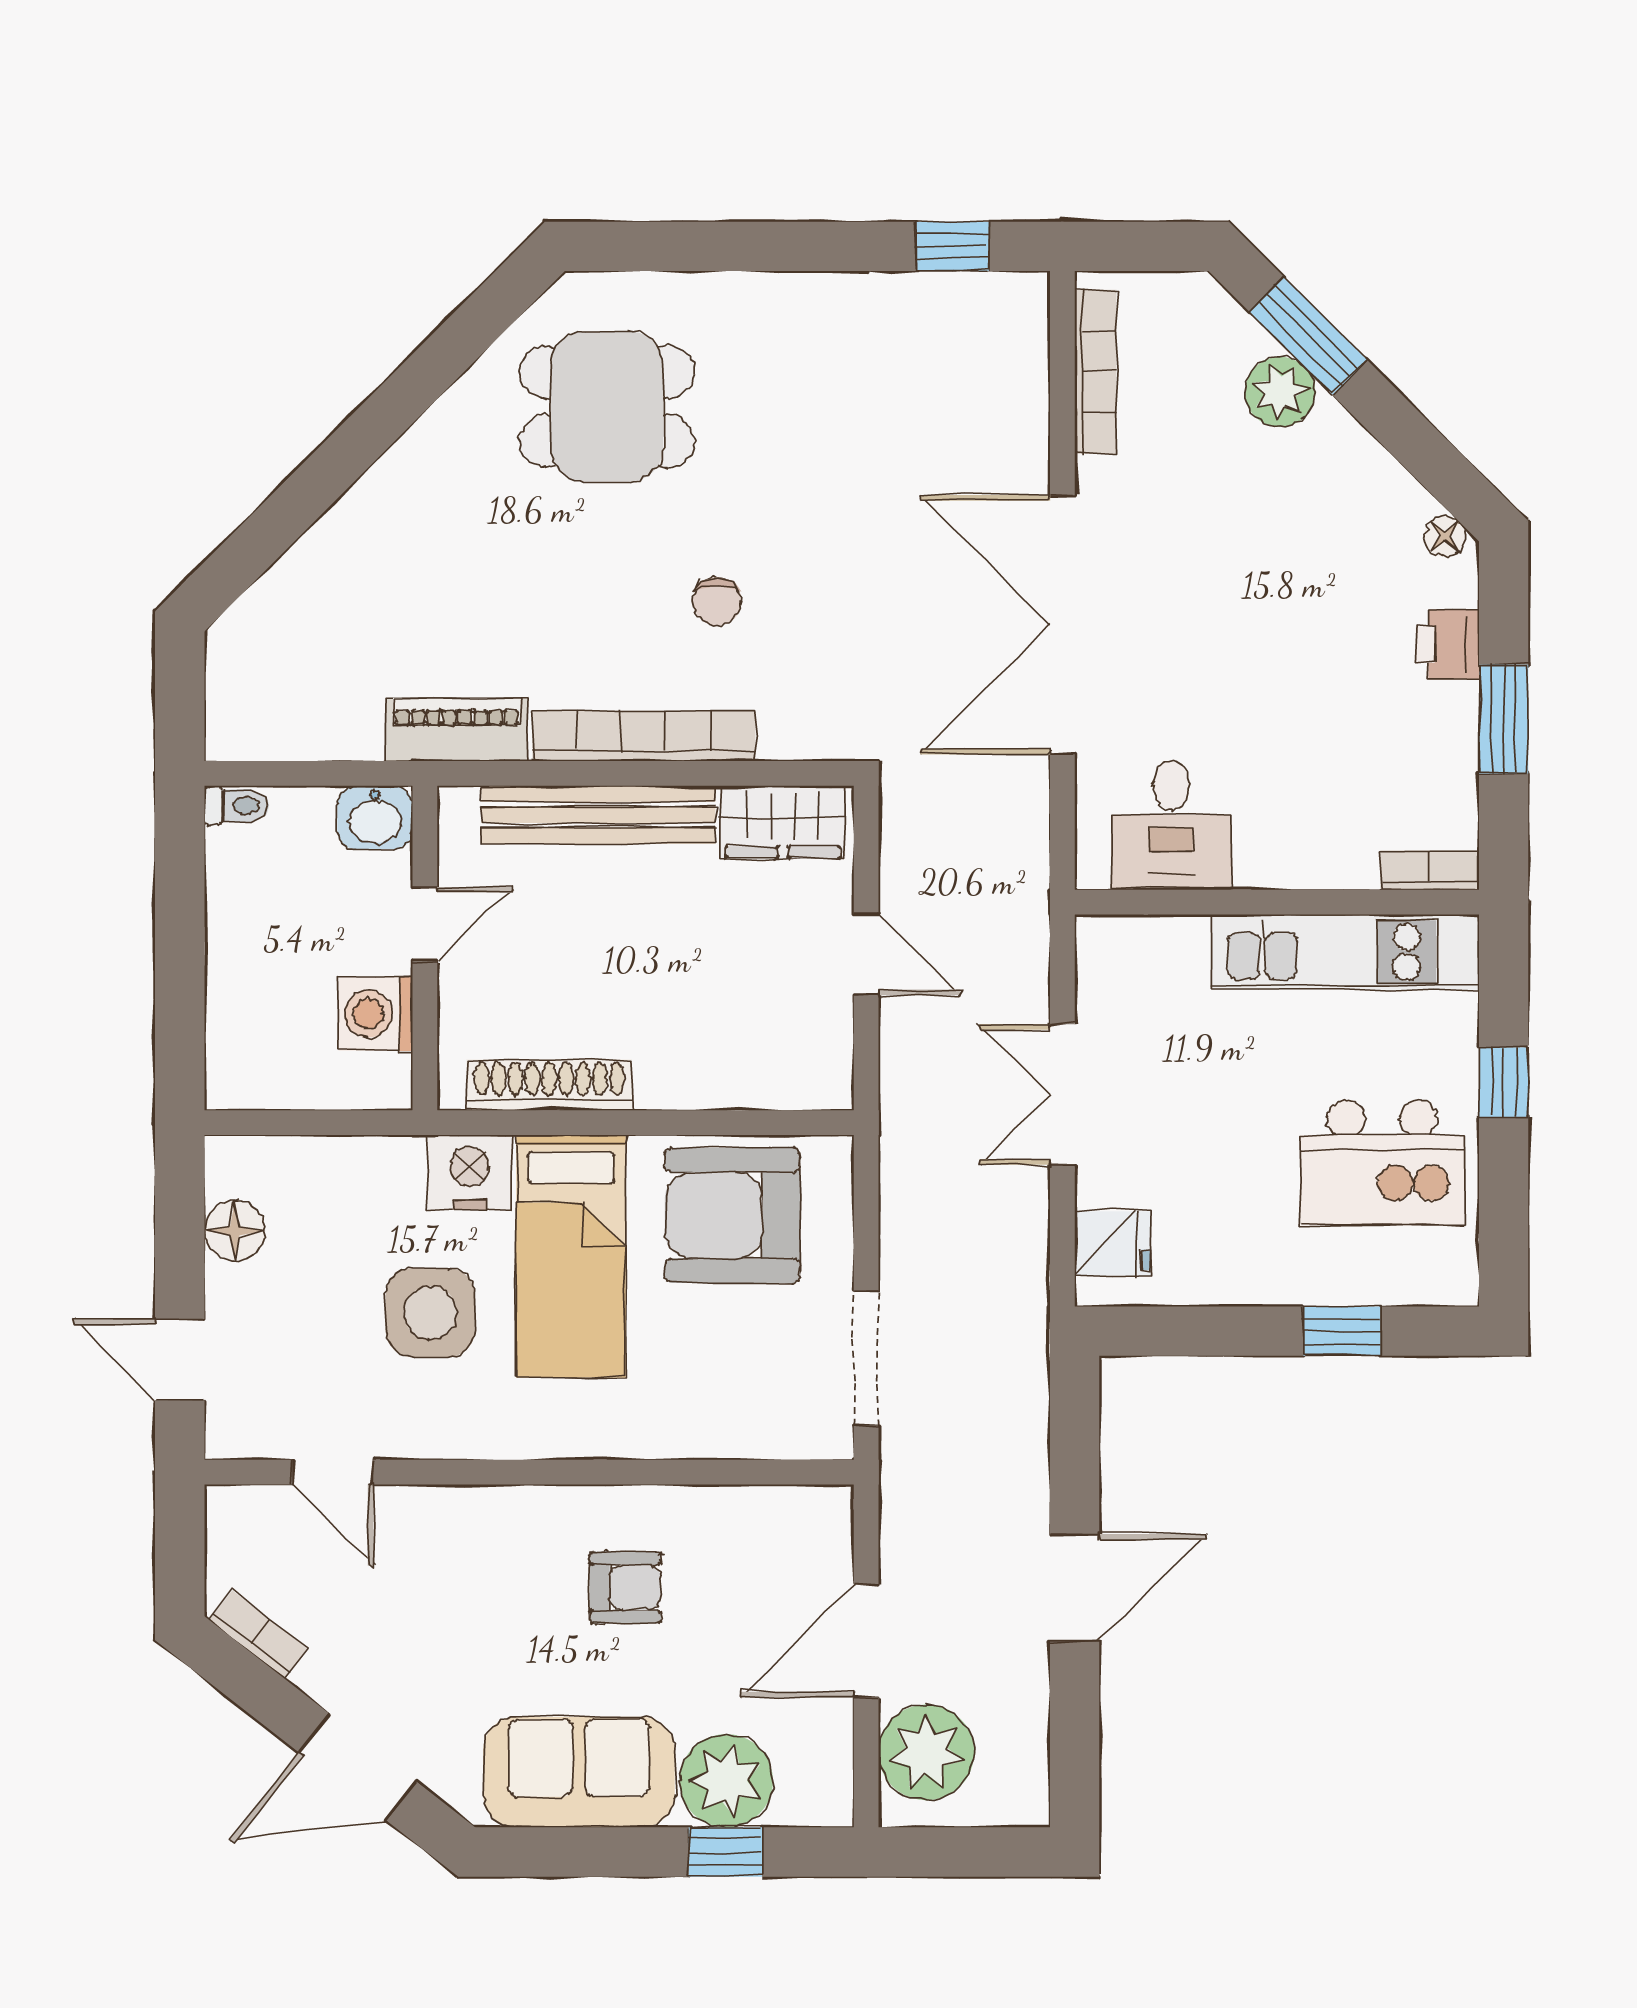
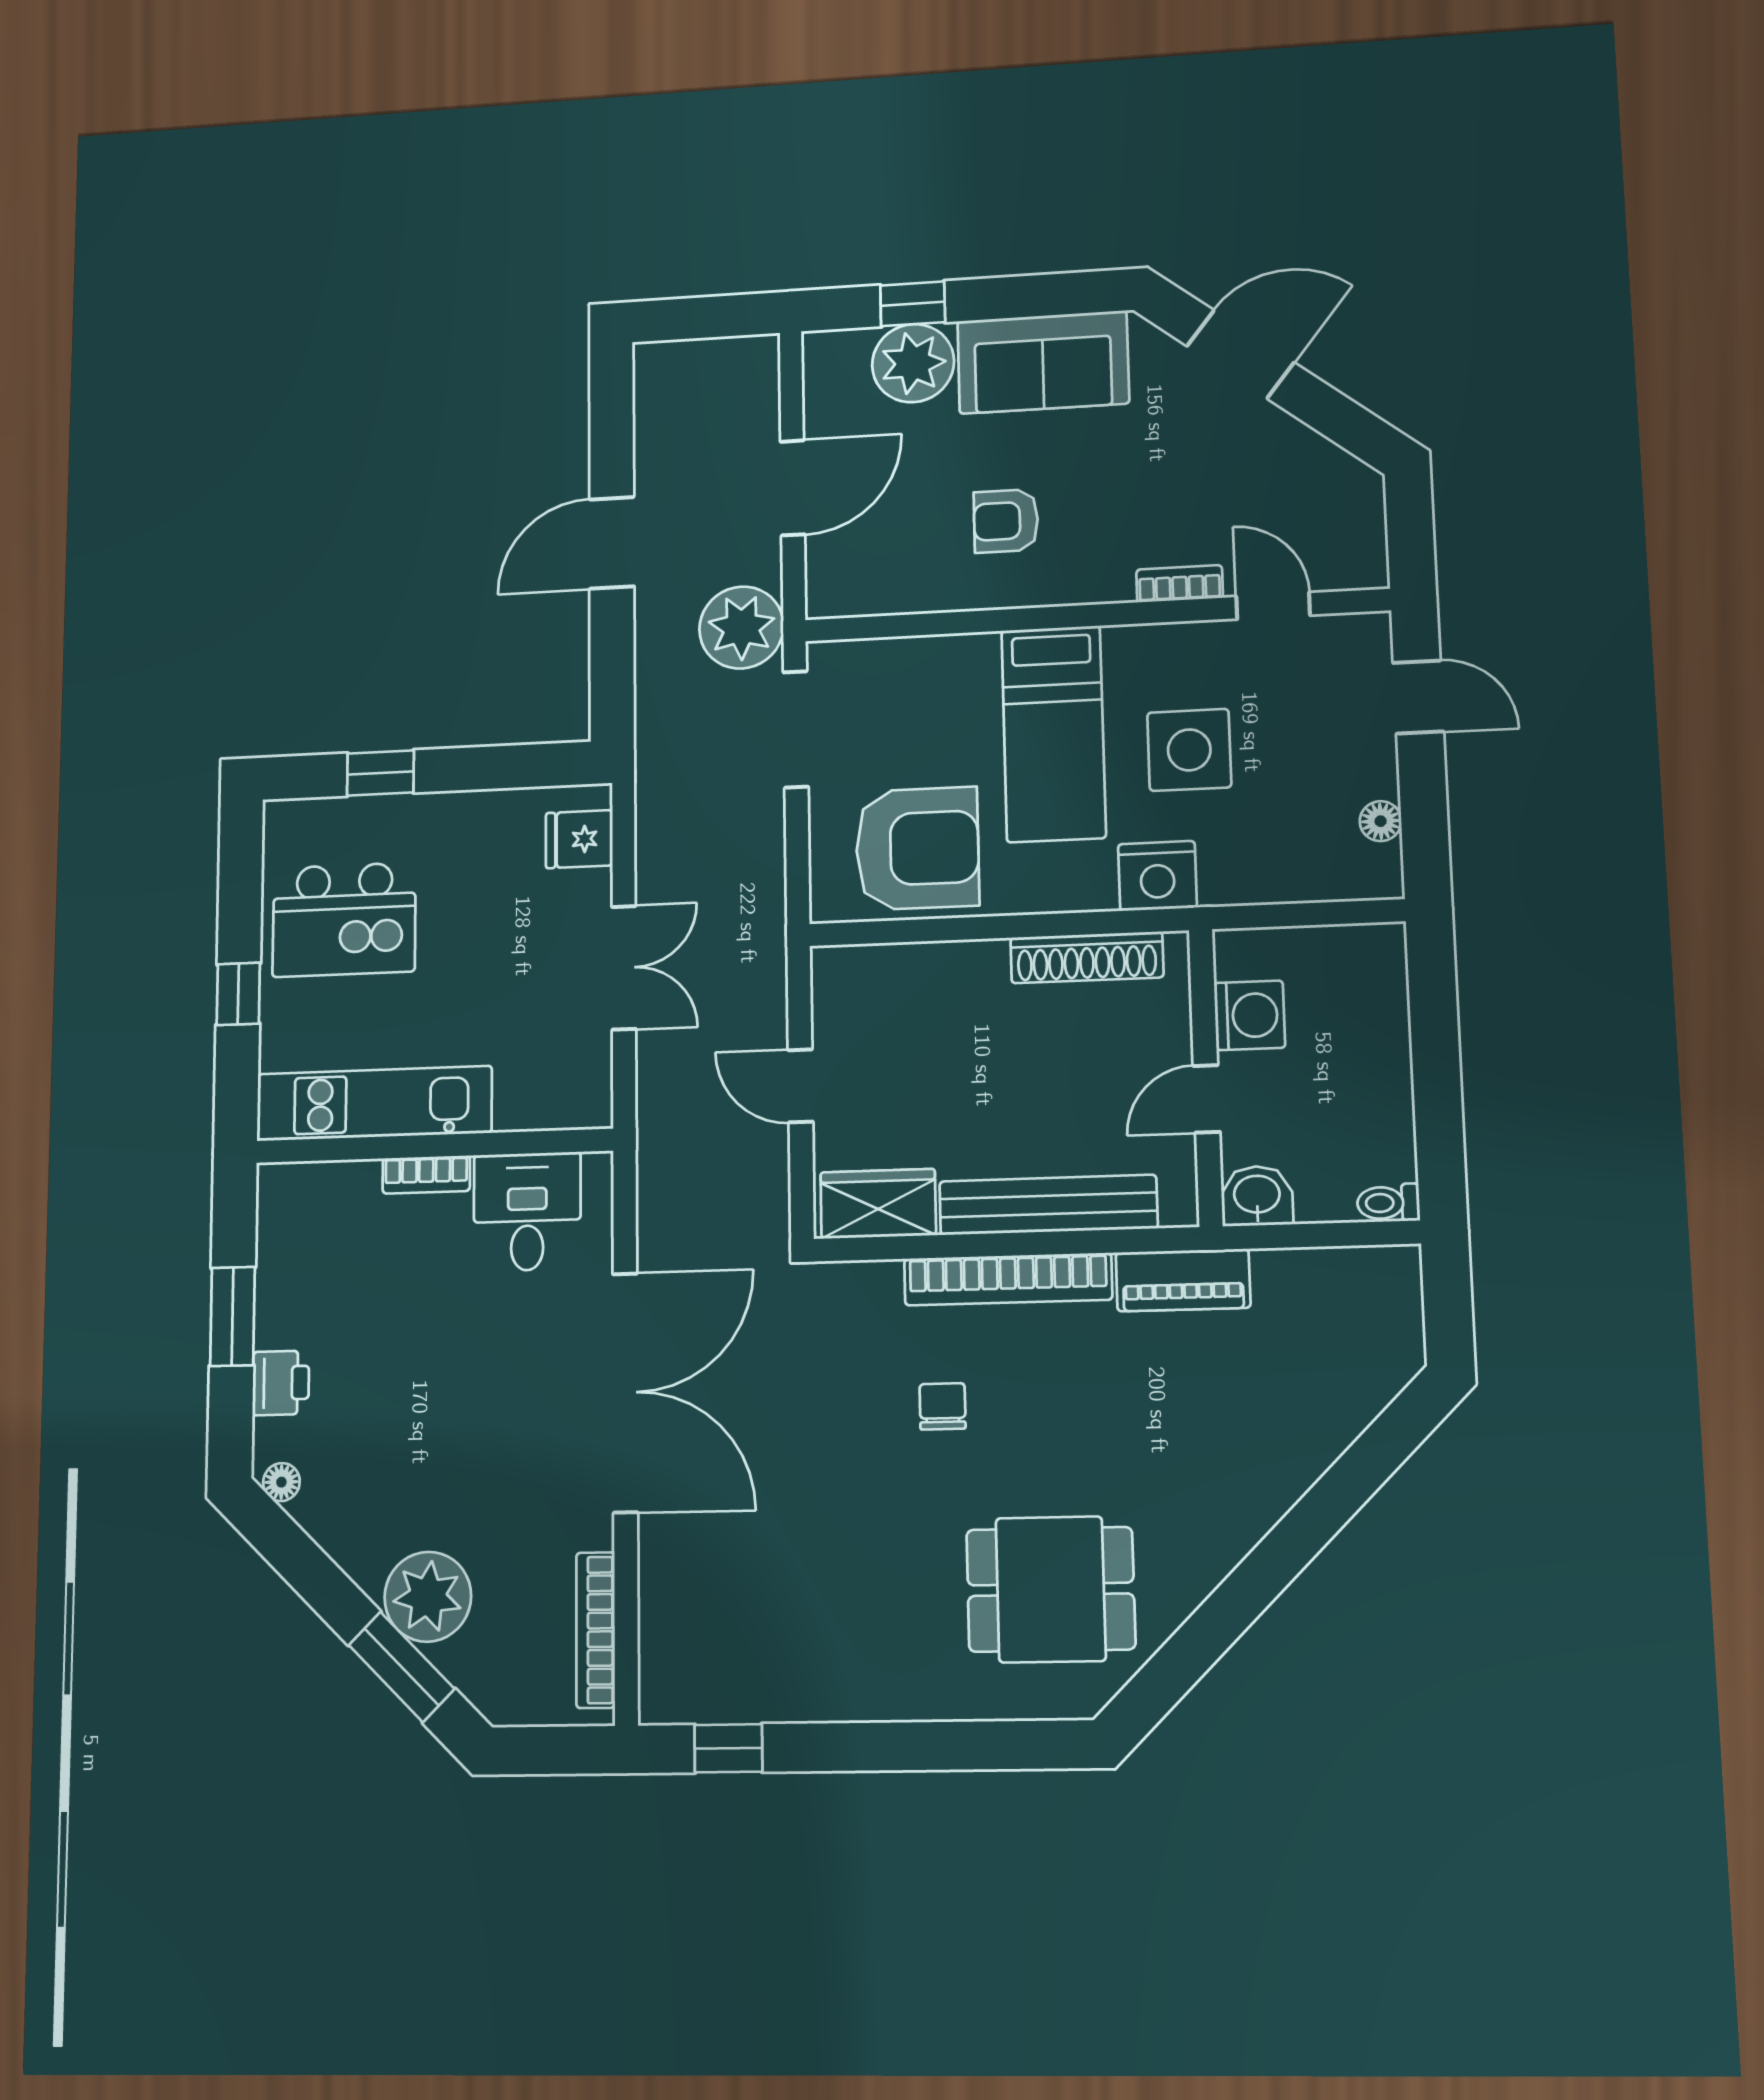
plant: (1280, 392) -> (428, 1597), width x1.36, depth x1.36
bookcase: (1430, 870) -> (426, 1175), moved
kitchen island: (1382, 1163) -> (344, 920), turned 180
floor lamp: (235, 1231) -> (1381, 821), width x0.73, depth x0.73
bed: (571, 1256) -> (1053, 734), moved, turned 180
bookcase: (258, 1634) -> (1180, 584), moved, turned 142
plant: (926, 1752) -> (741, 627), moved

